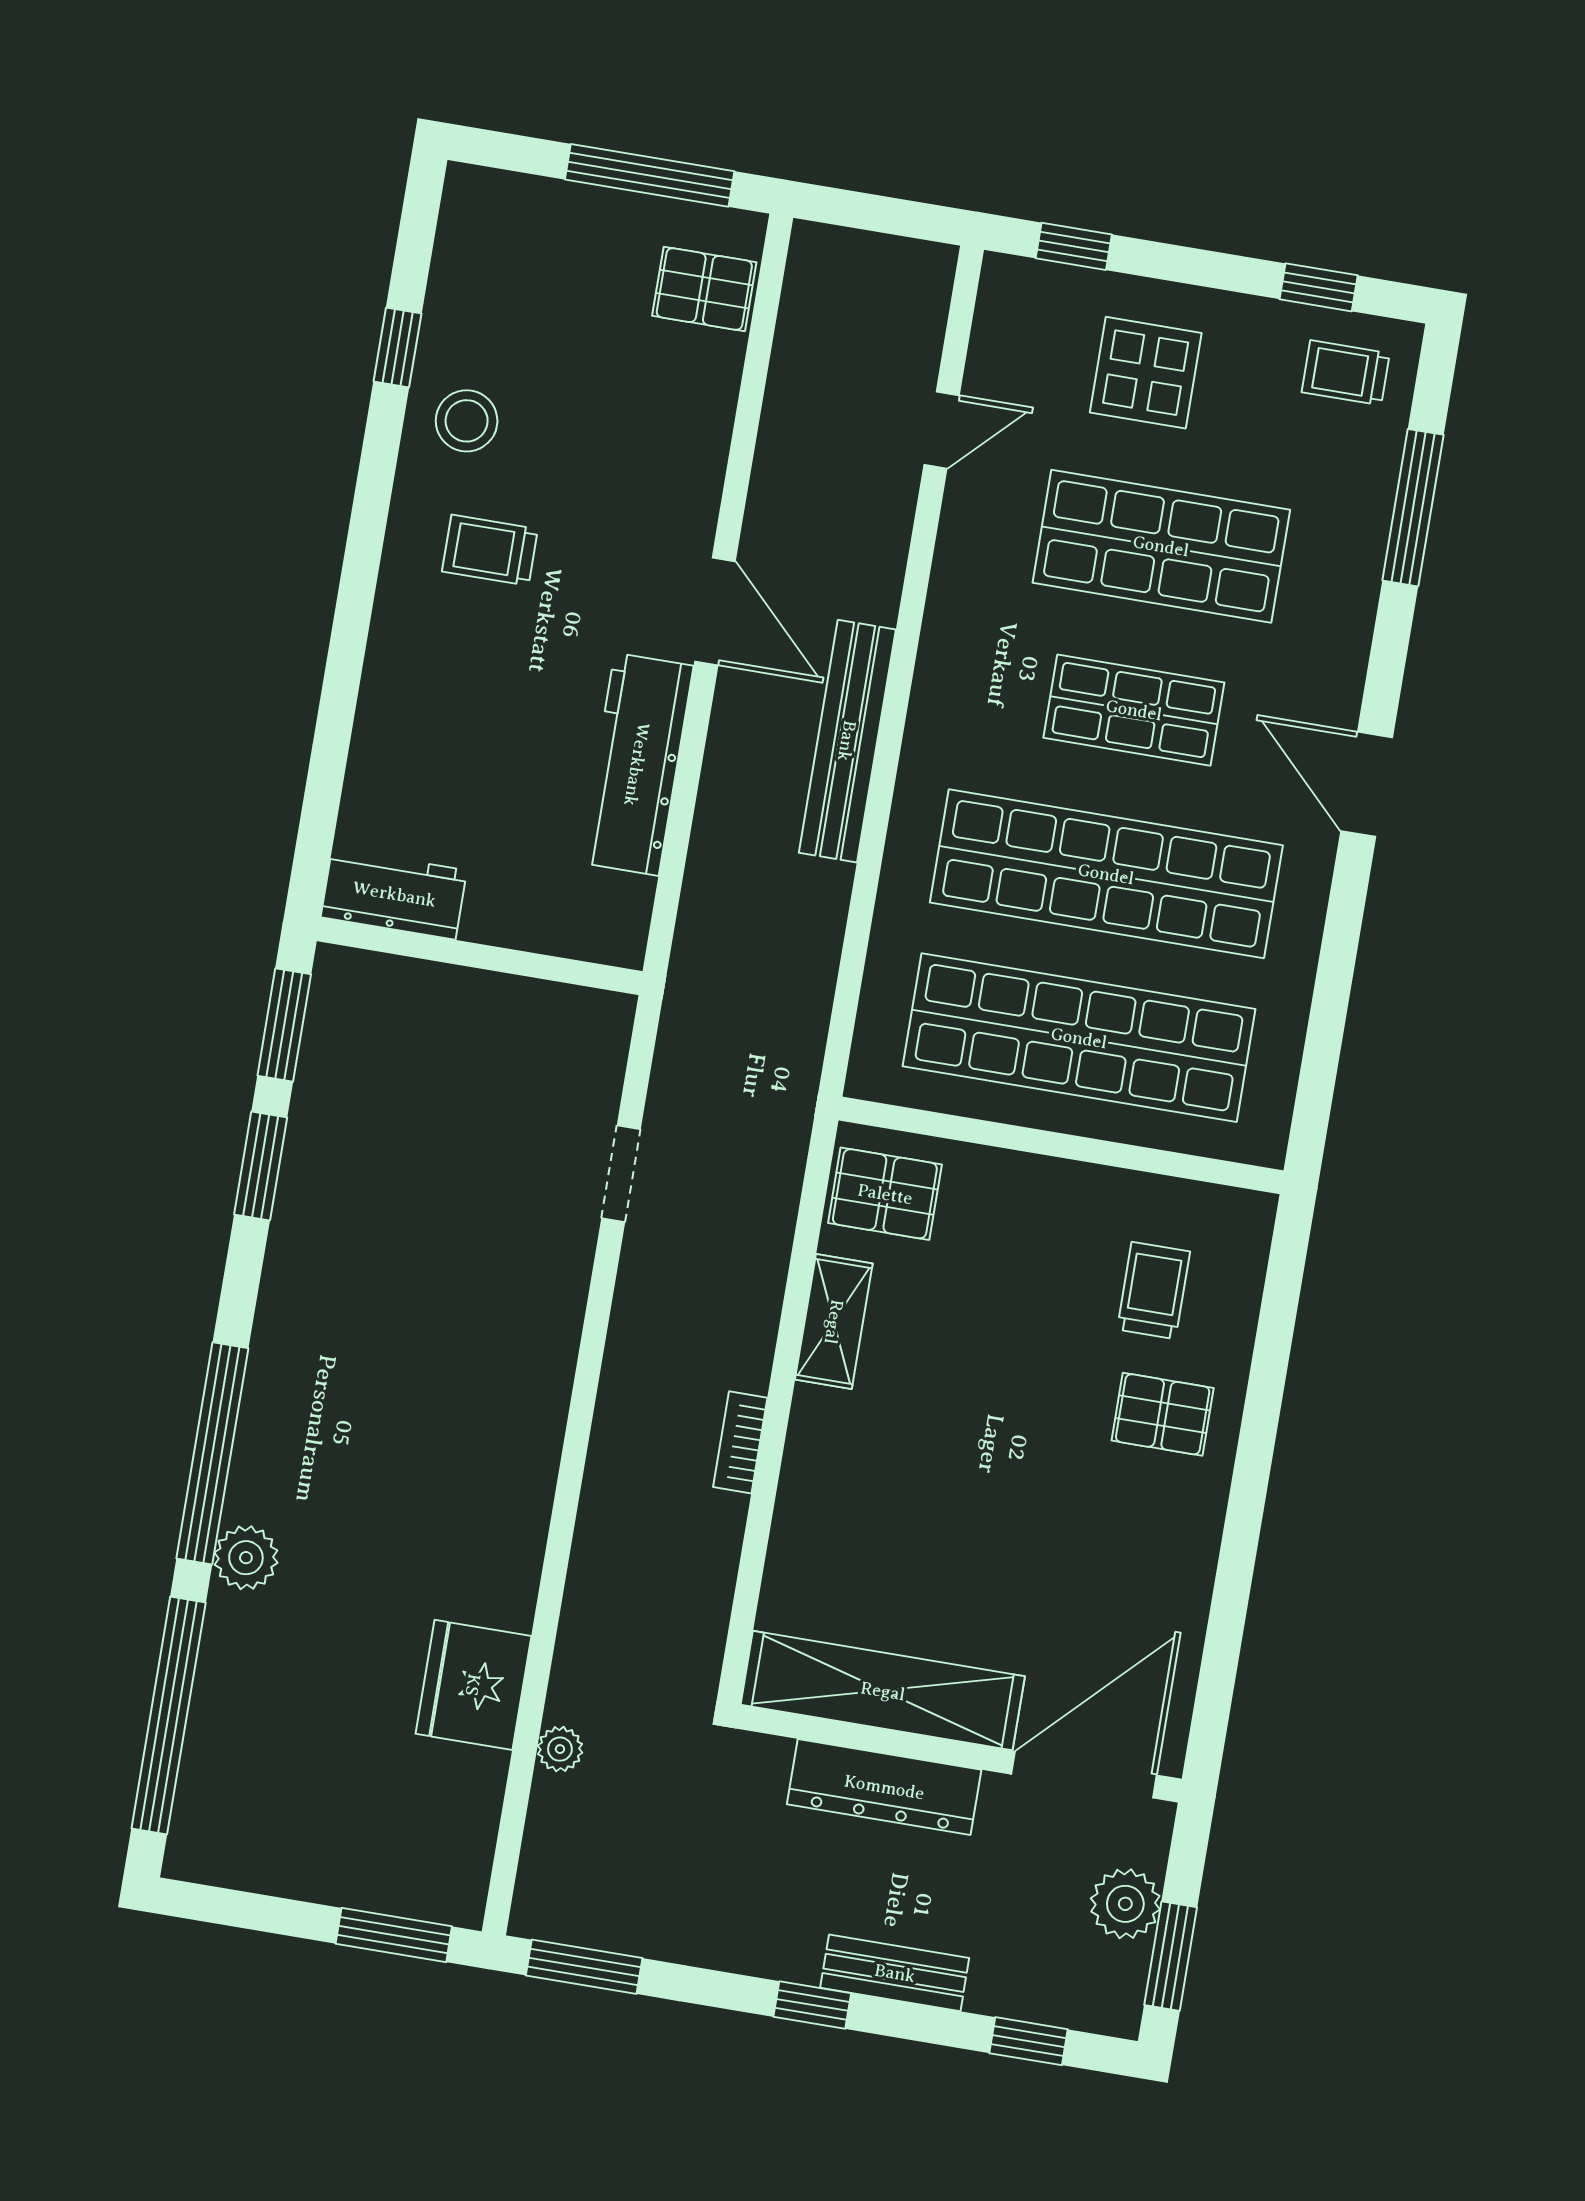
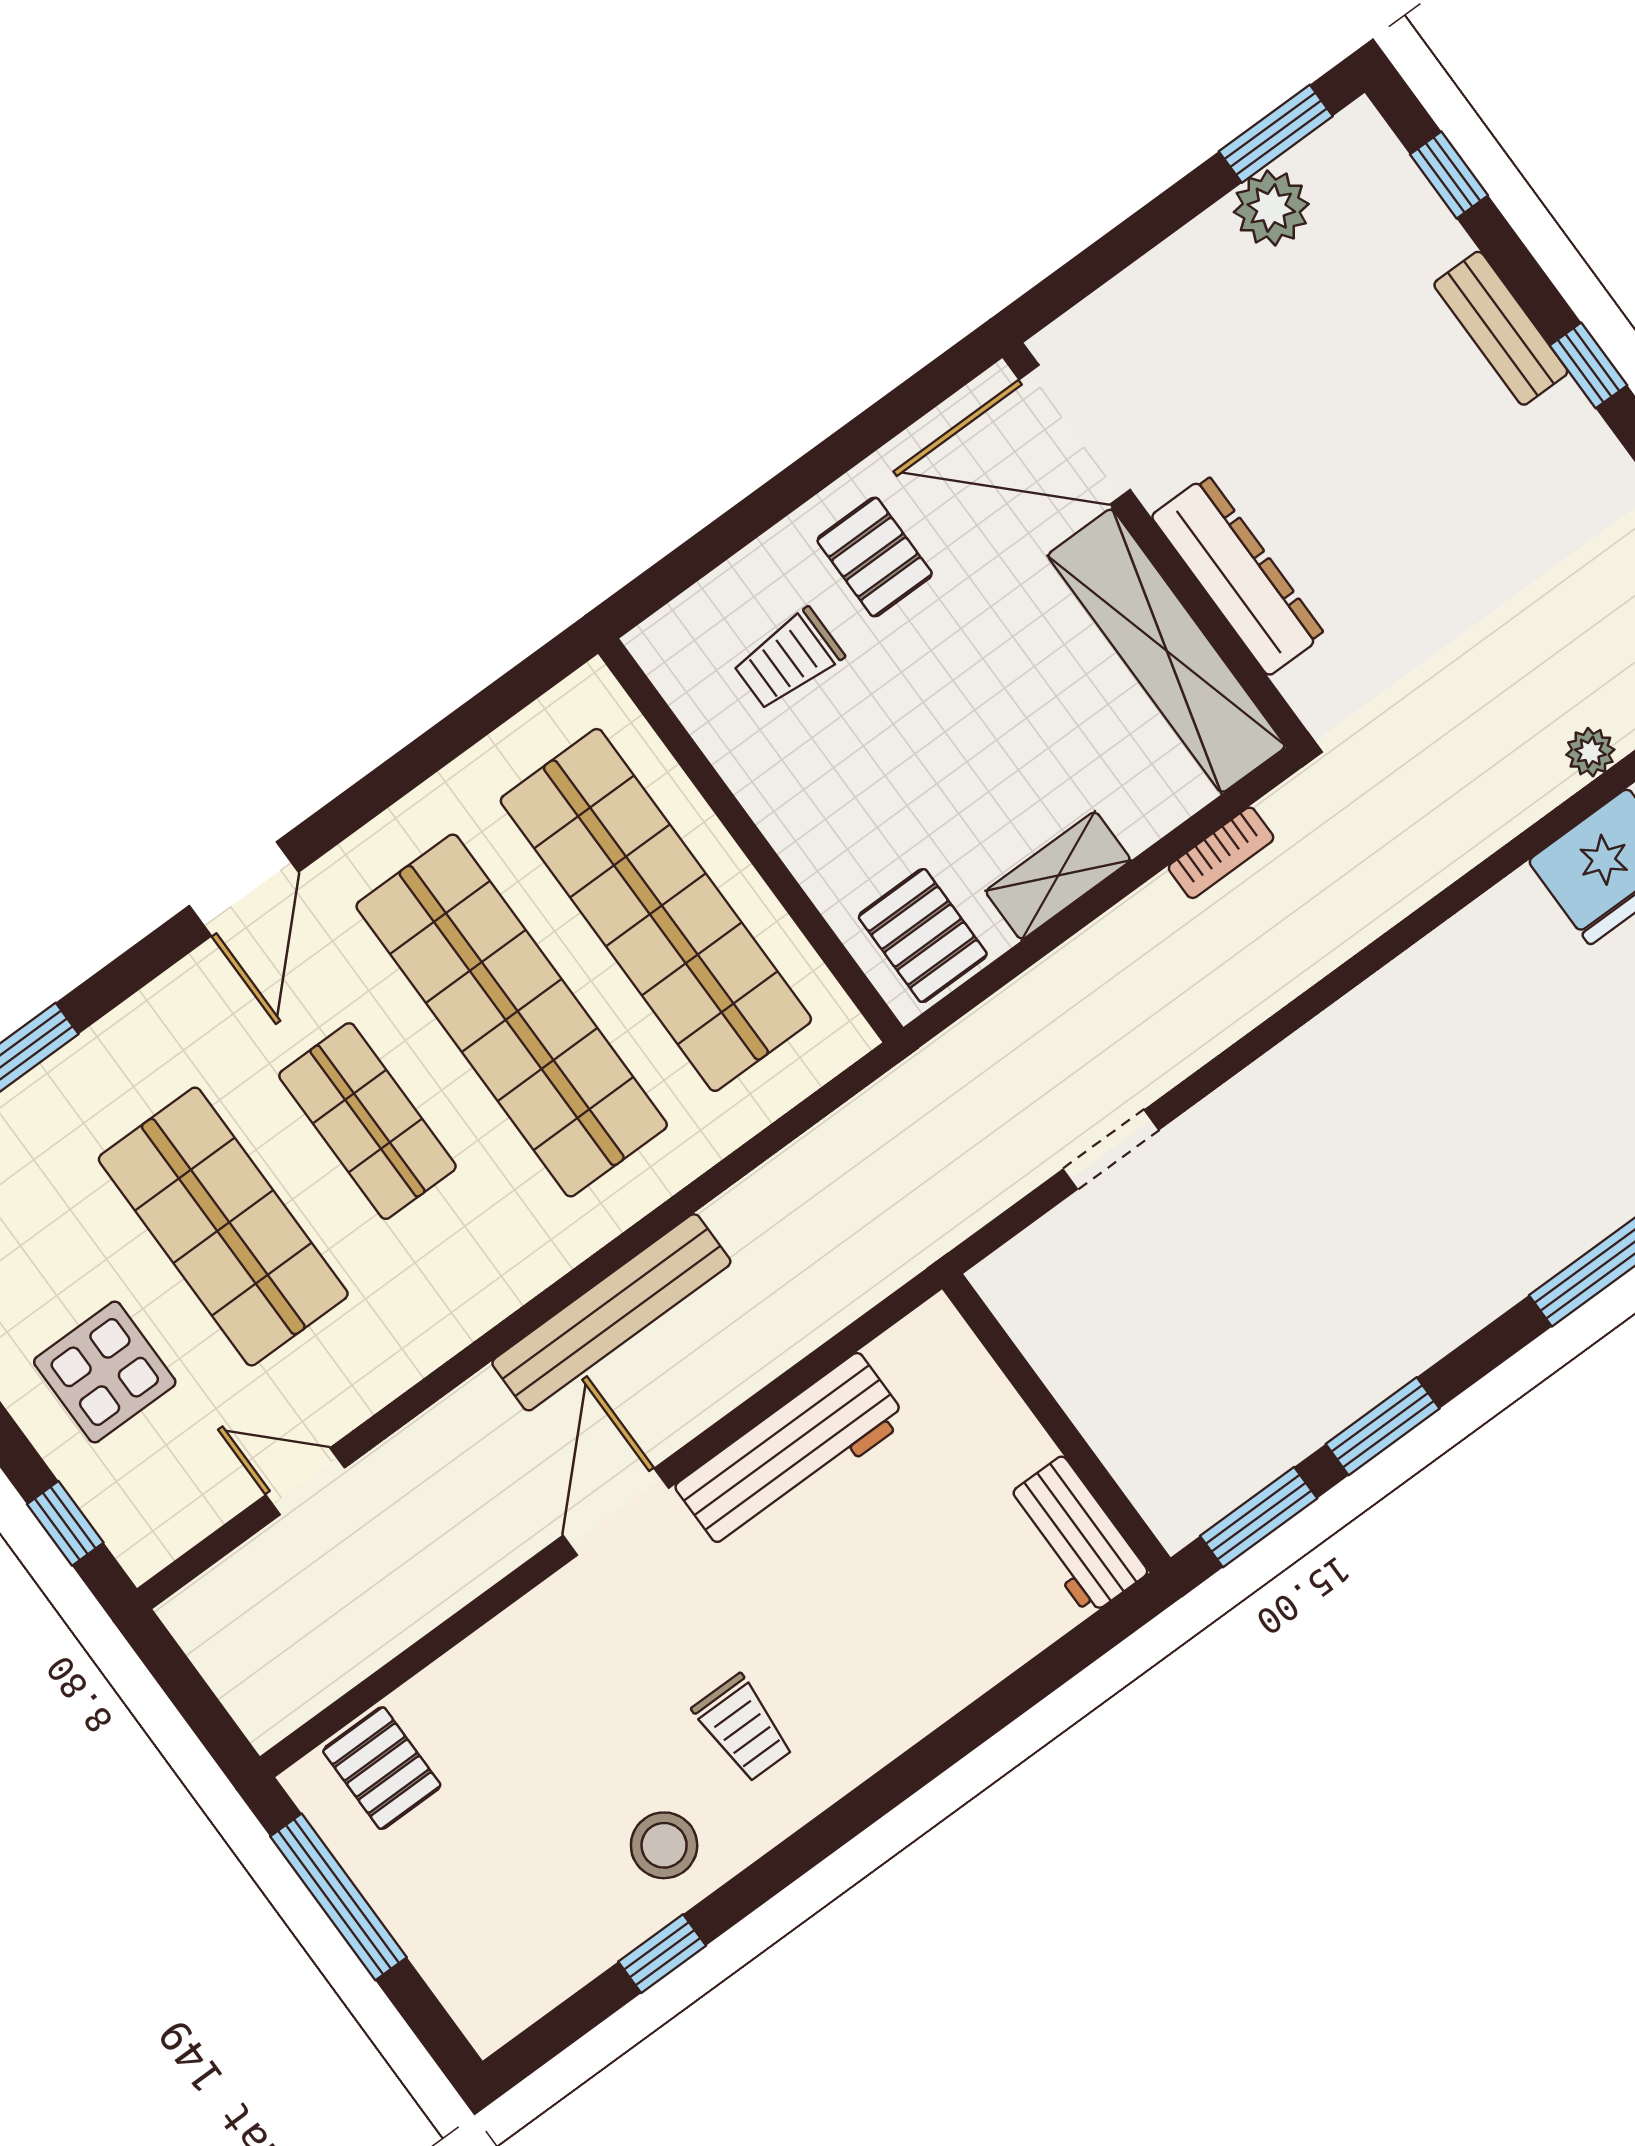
shelving: (883, 1691) -> (1167, 651), moved
wall: (959, 1754) -> (1155, 545), moved
door: (1084, 1775) -> (1075, 435), moved
dresser: (884, 1787) -> (1238, 575), moved

